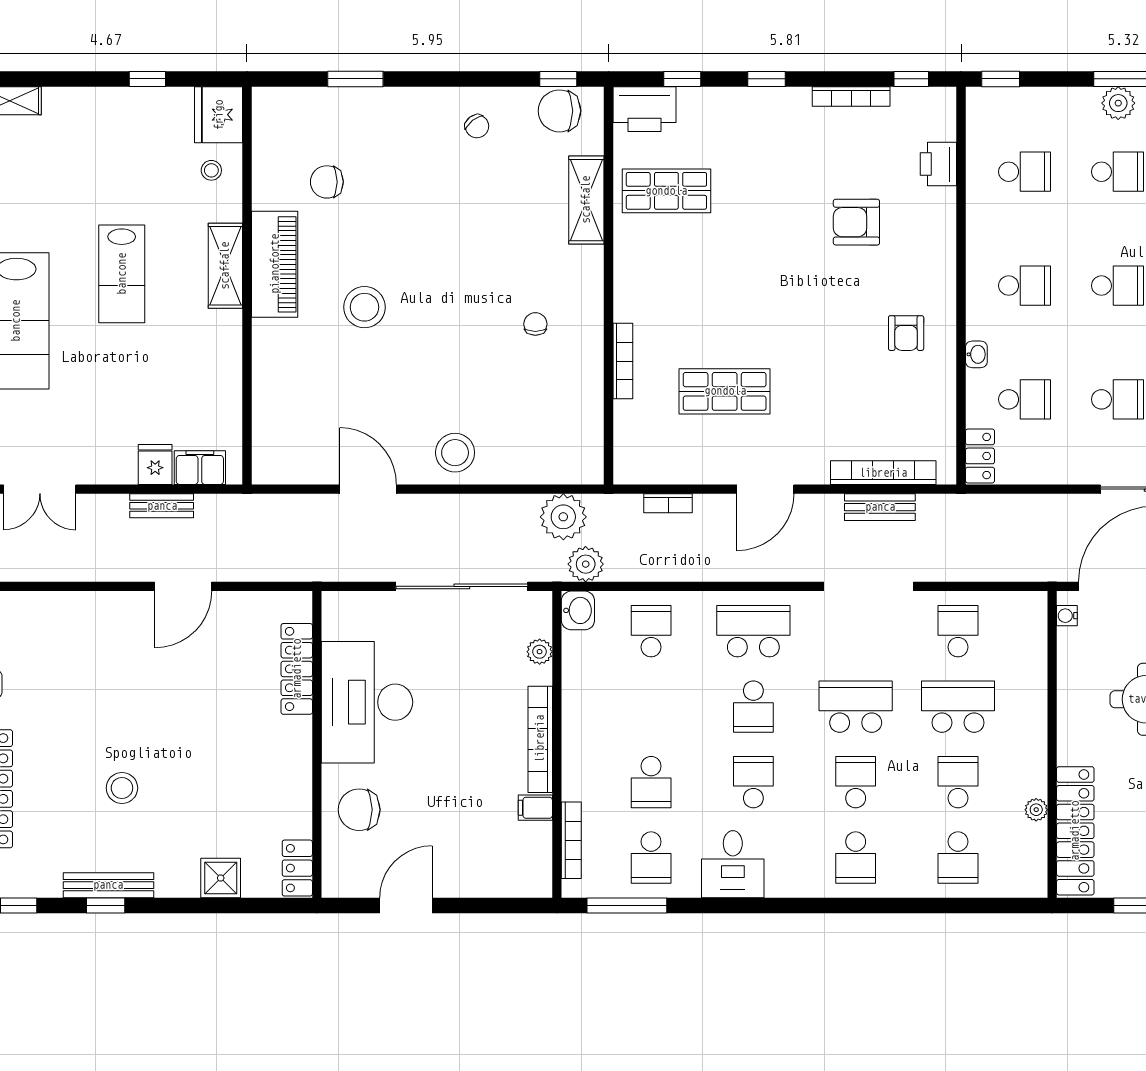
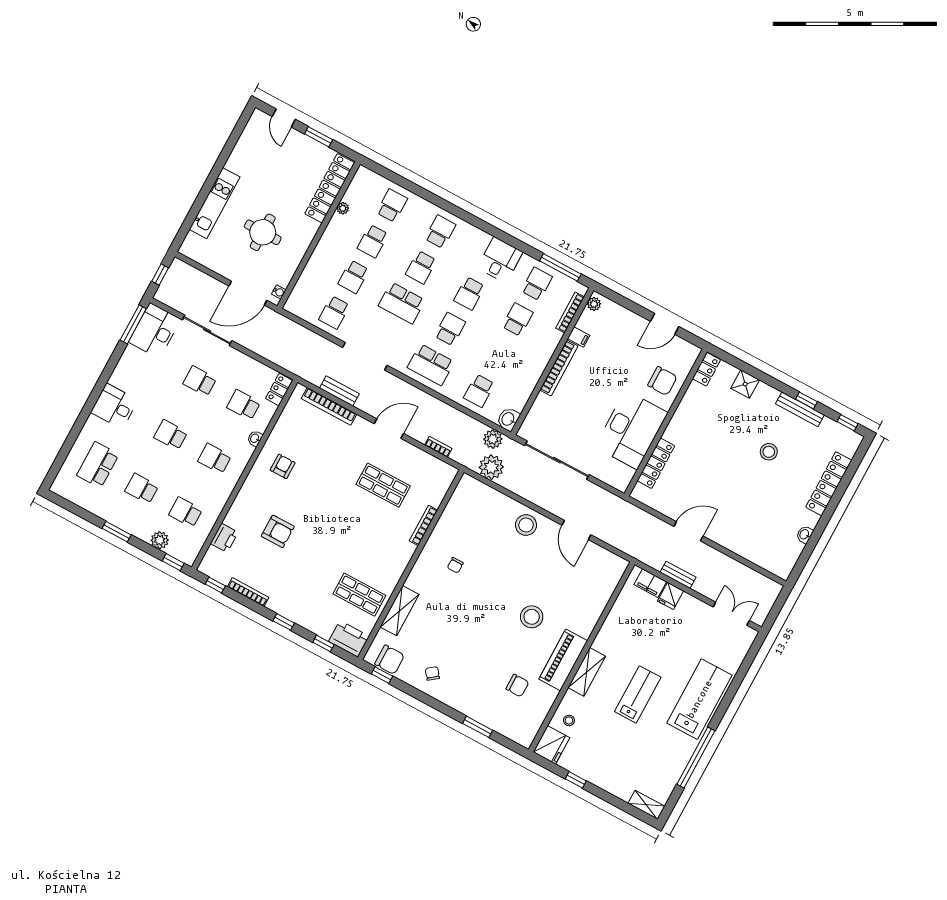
plant: (1118, 103) -> (160, 540), moved
plant: (540, 652) -> (594, 304), moved
school desk: (958, 707) -> (353, 277), width x0.54

